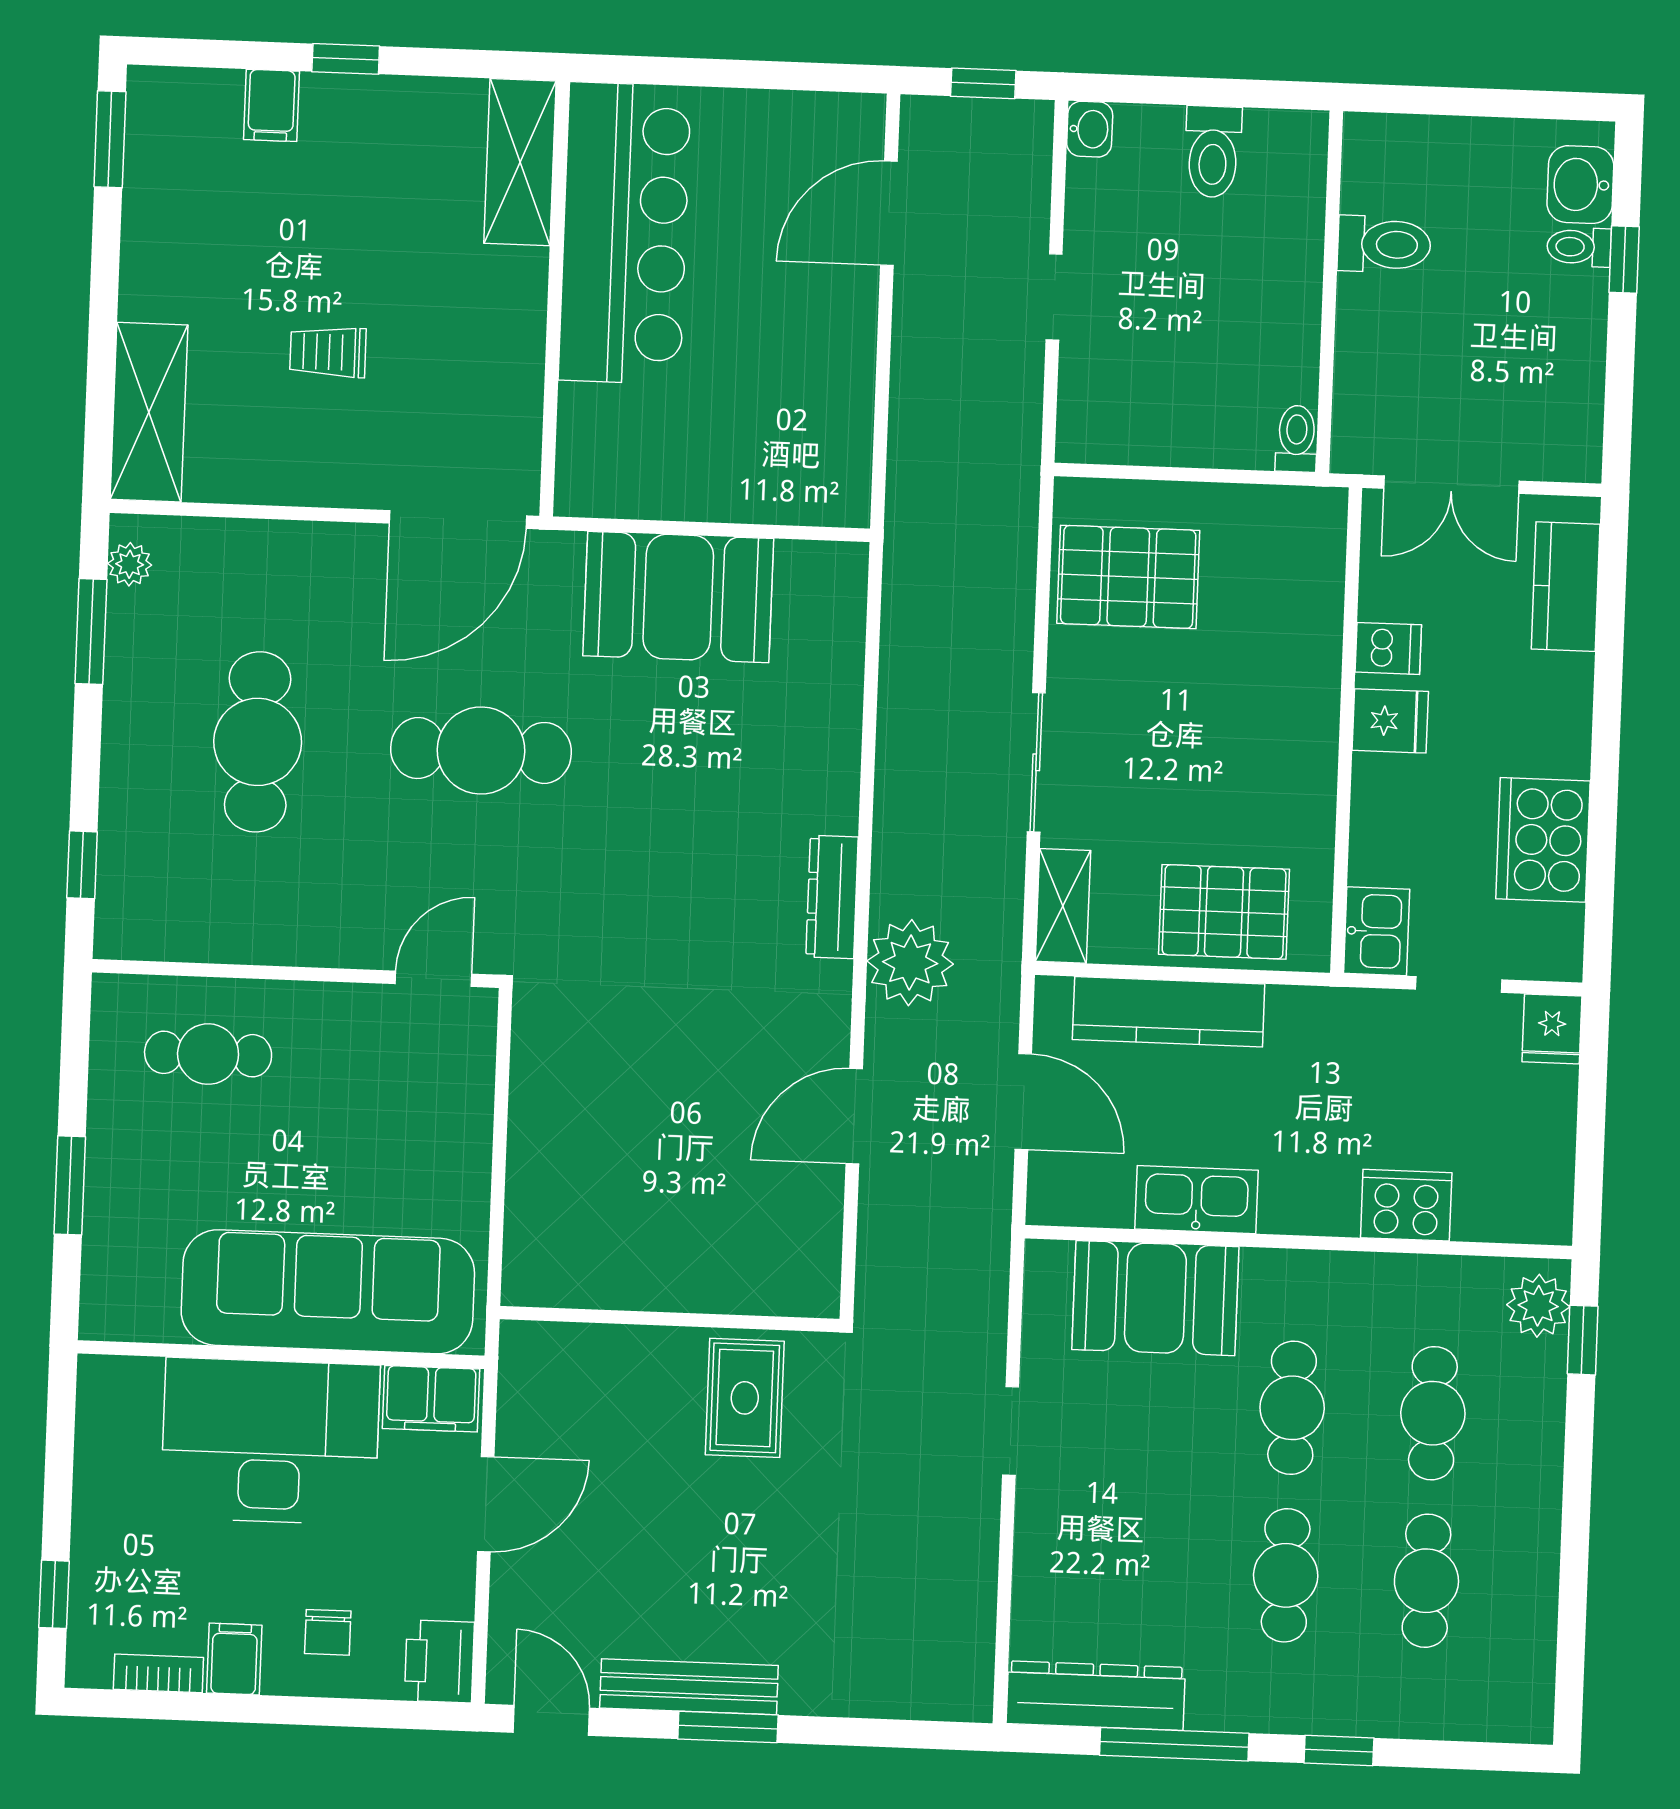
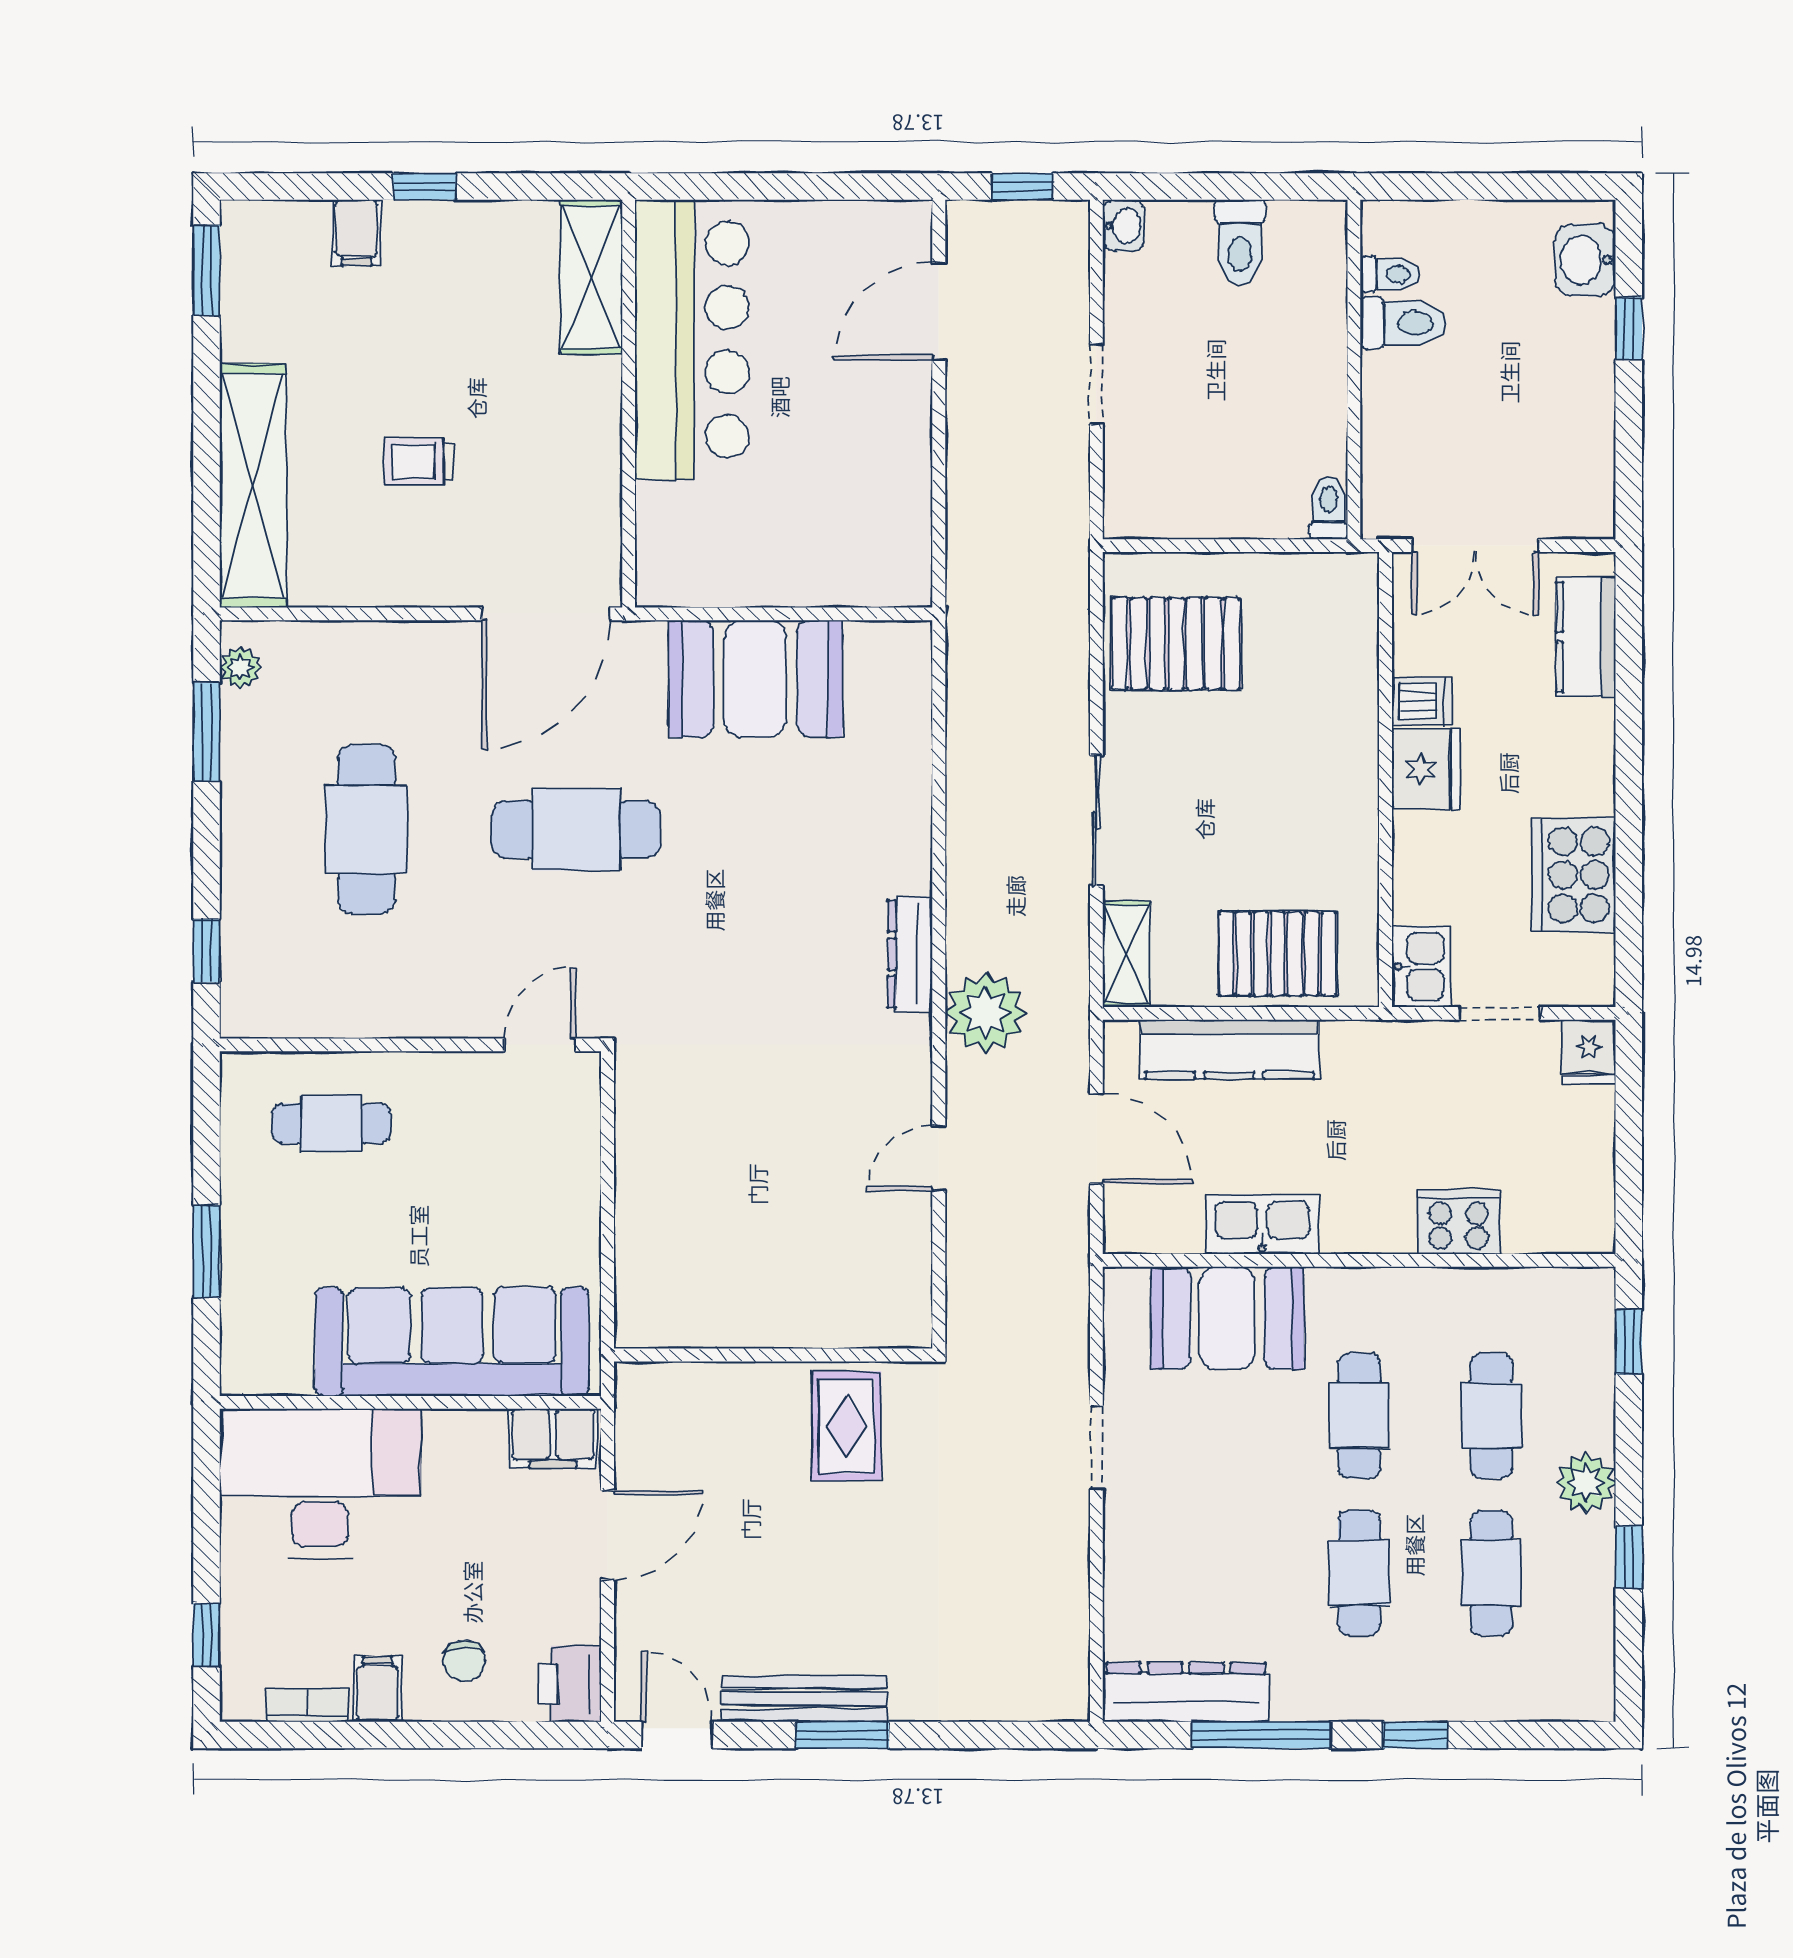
toilet: (1579, 247) -> (1390, 274), moved, turned 180
shelving: (149, 412) -> (253, 486), width x1.47
fridge: (1390, 721) -> (1426, 769), width x1.38
door: (854, 1116) -> (939, 1158), width x0.73
plant: (1538, 1306) -> (1586, 1483), moved
desk: (270, 1441) -> (320, 1484), moved
window: (1574, 1570) -> (1629, 1557), added

